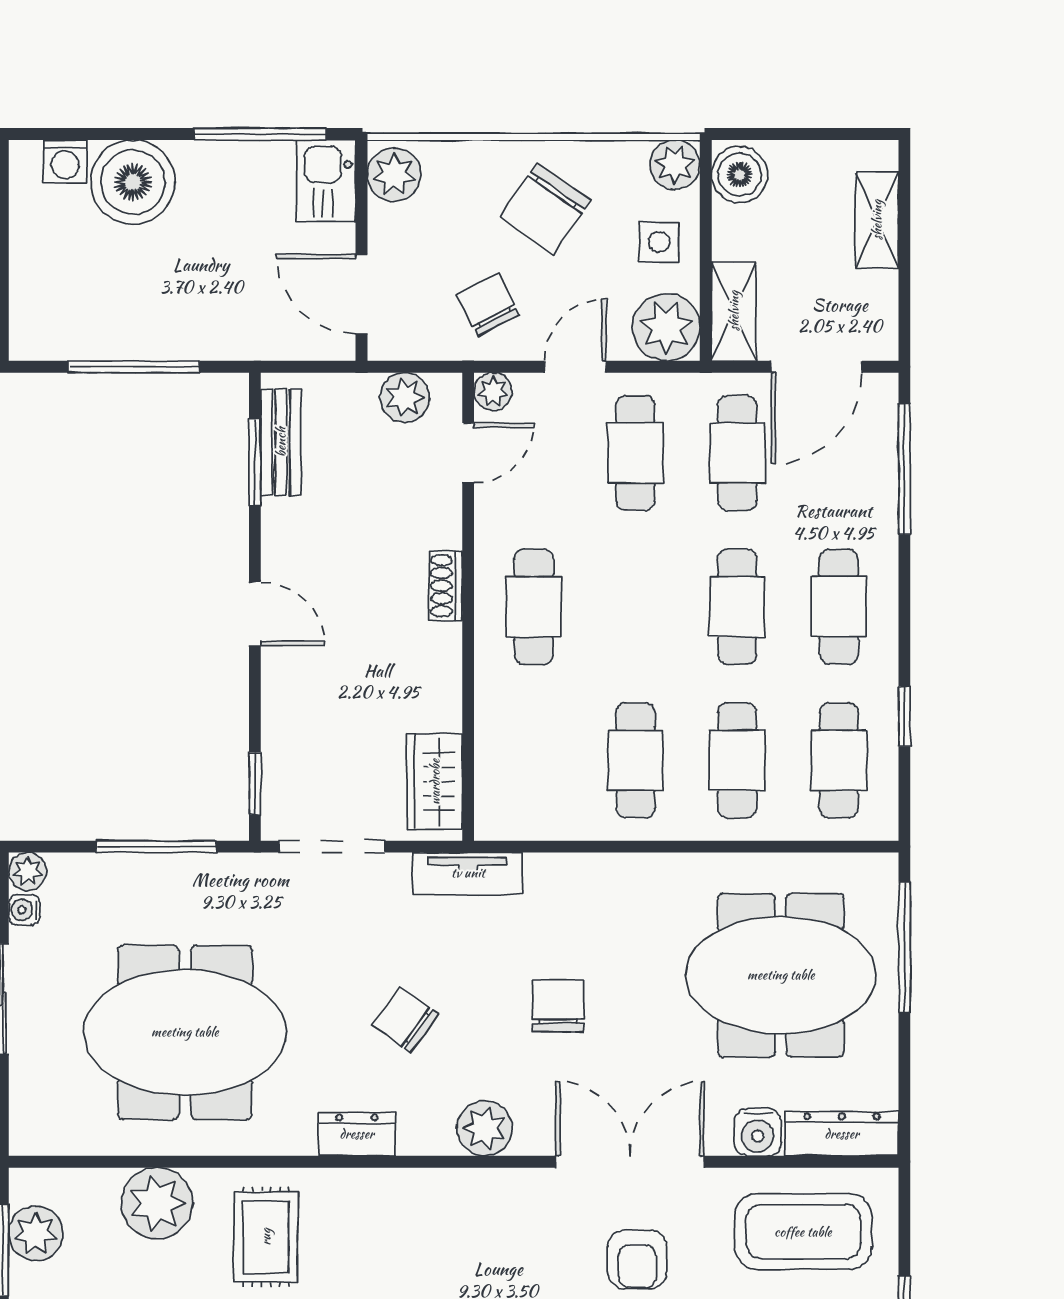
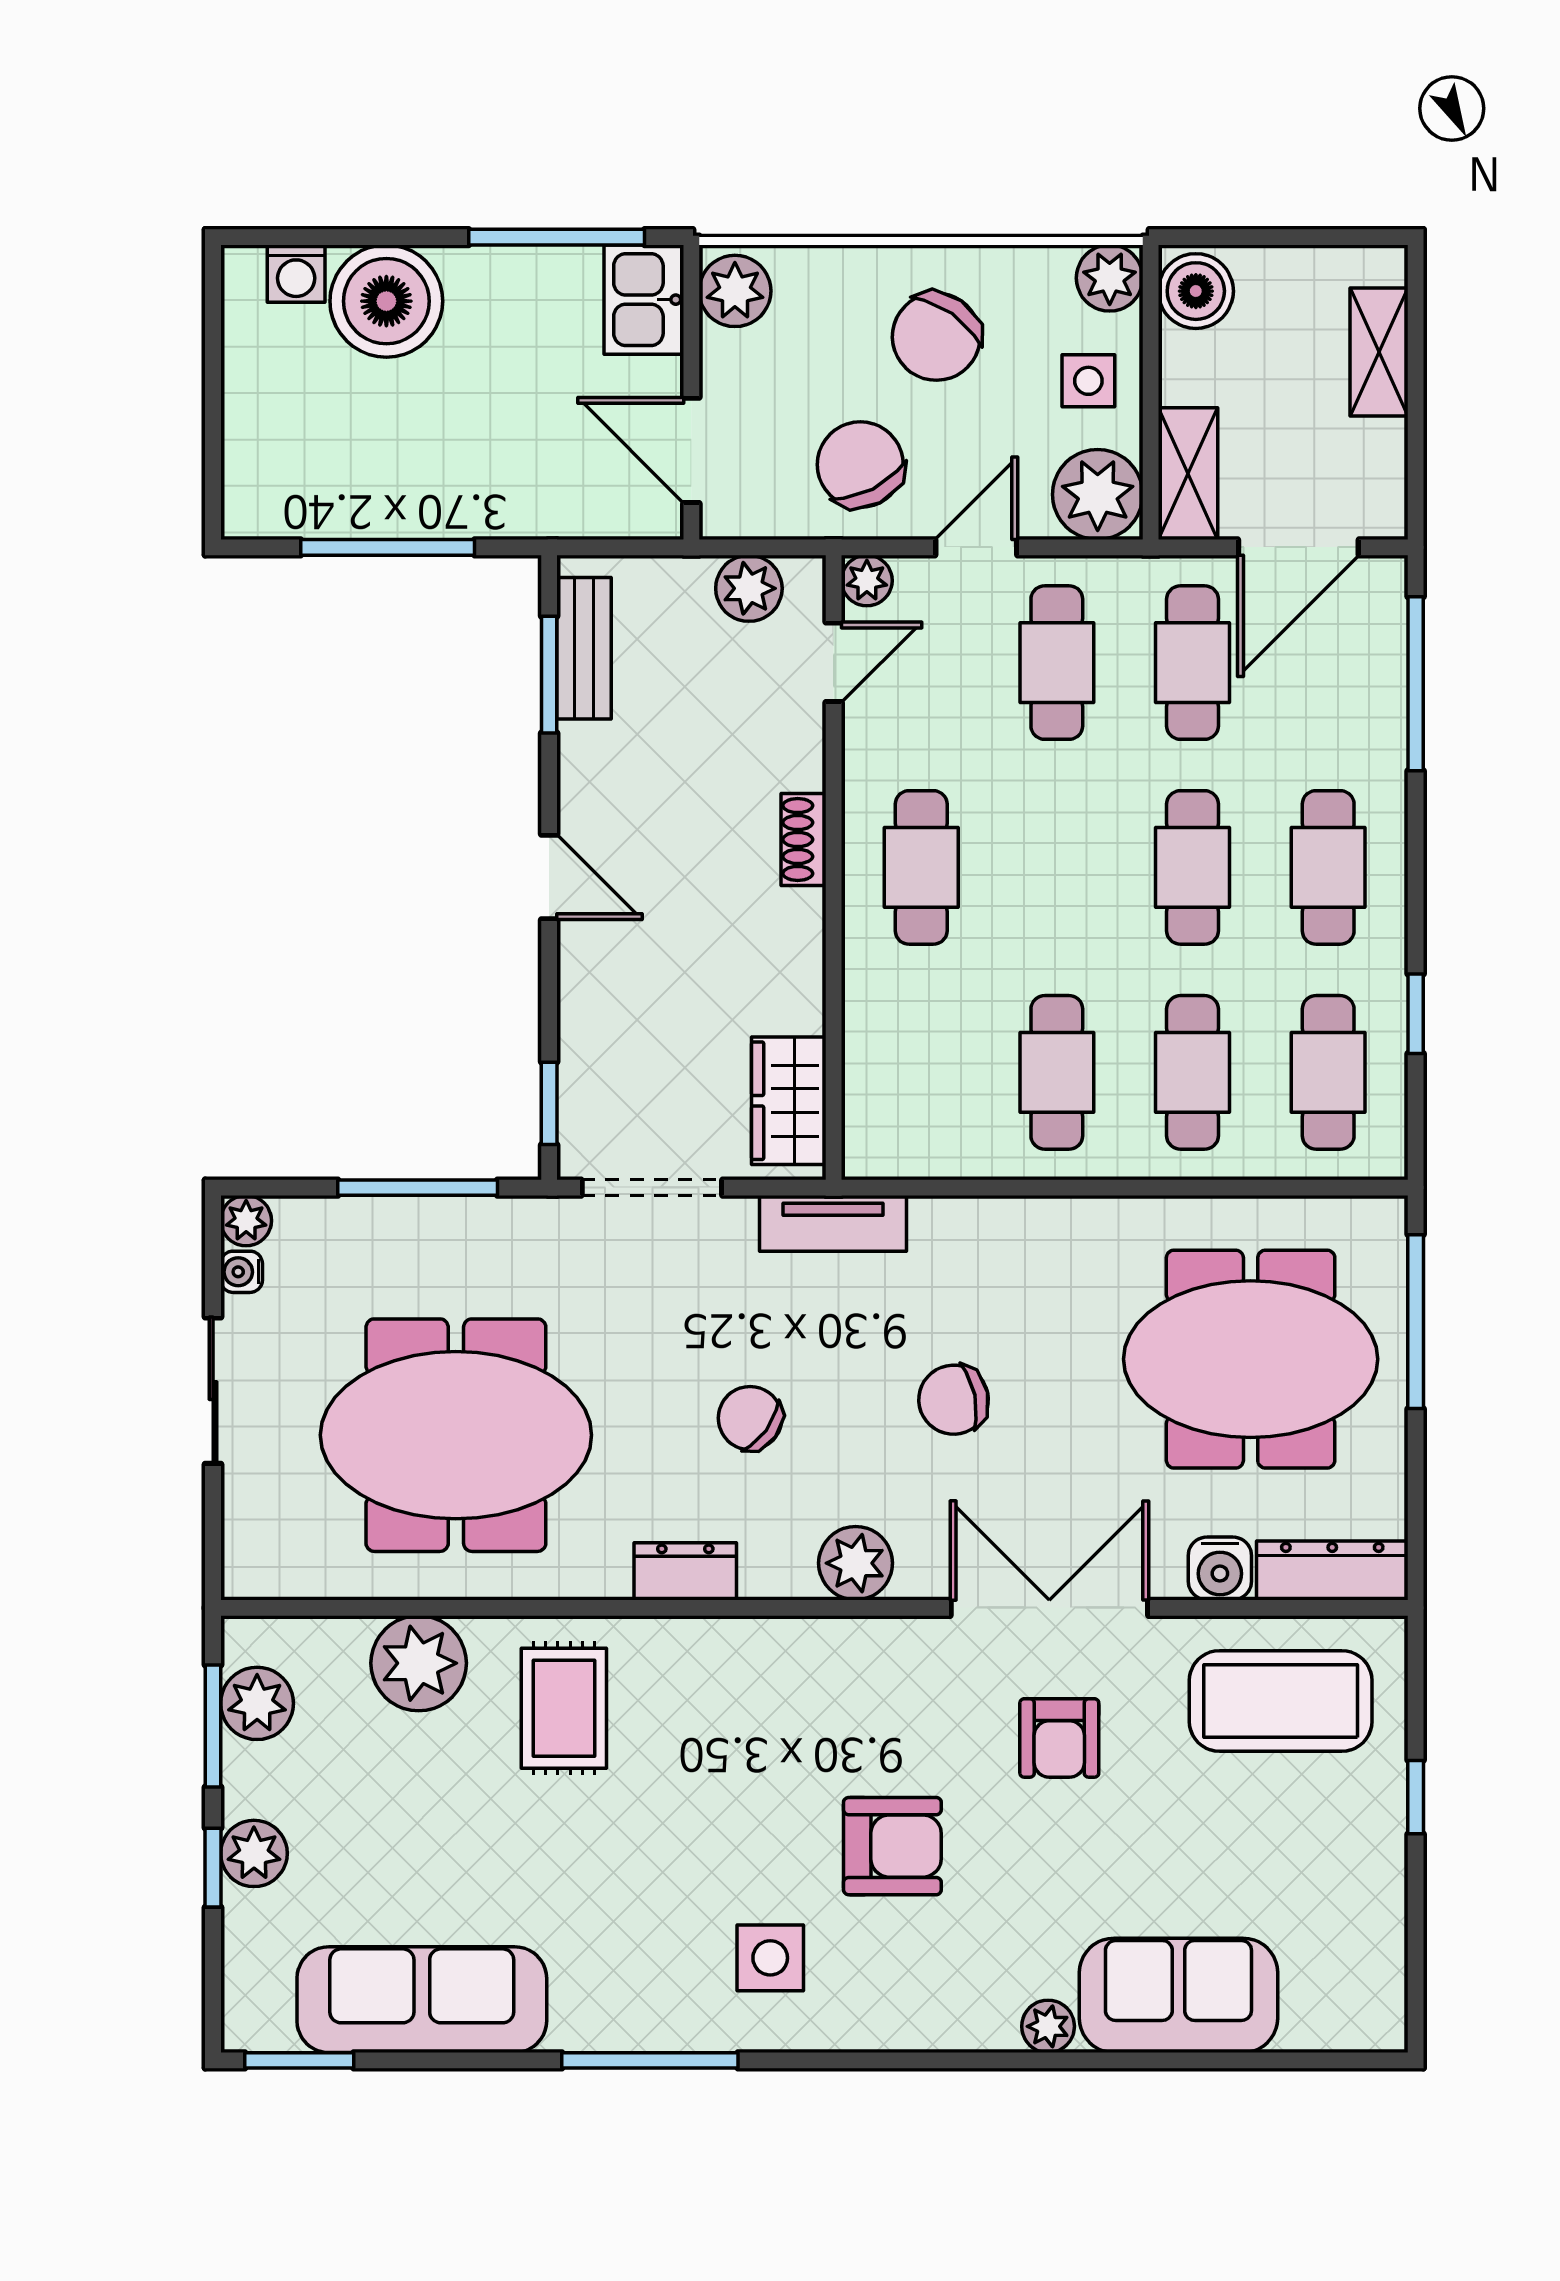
chair: (488, 305) -> (860, 465), width x1.37, depth x1.37
chair: (558, 1006) -> (954, 1400), turned -102

